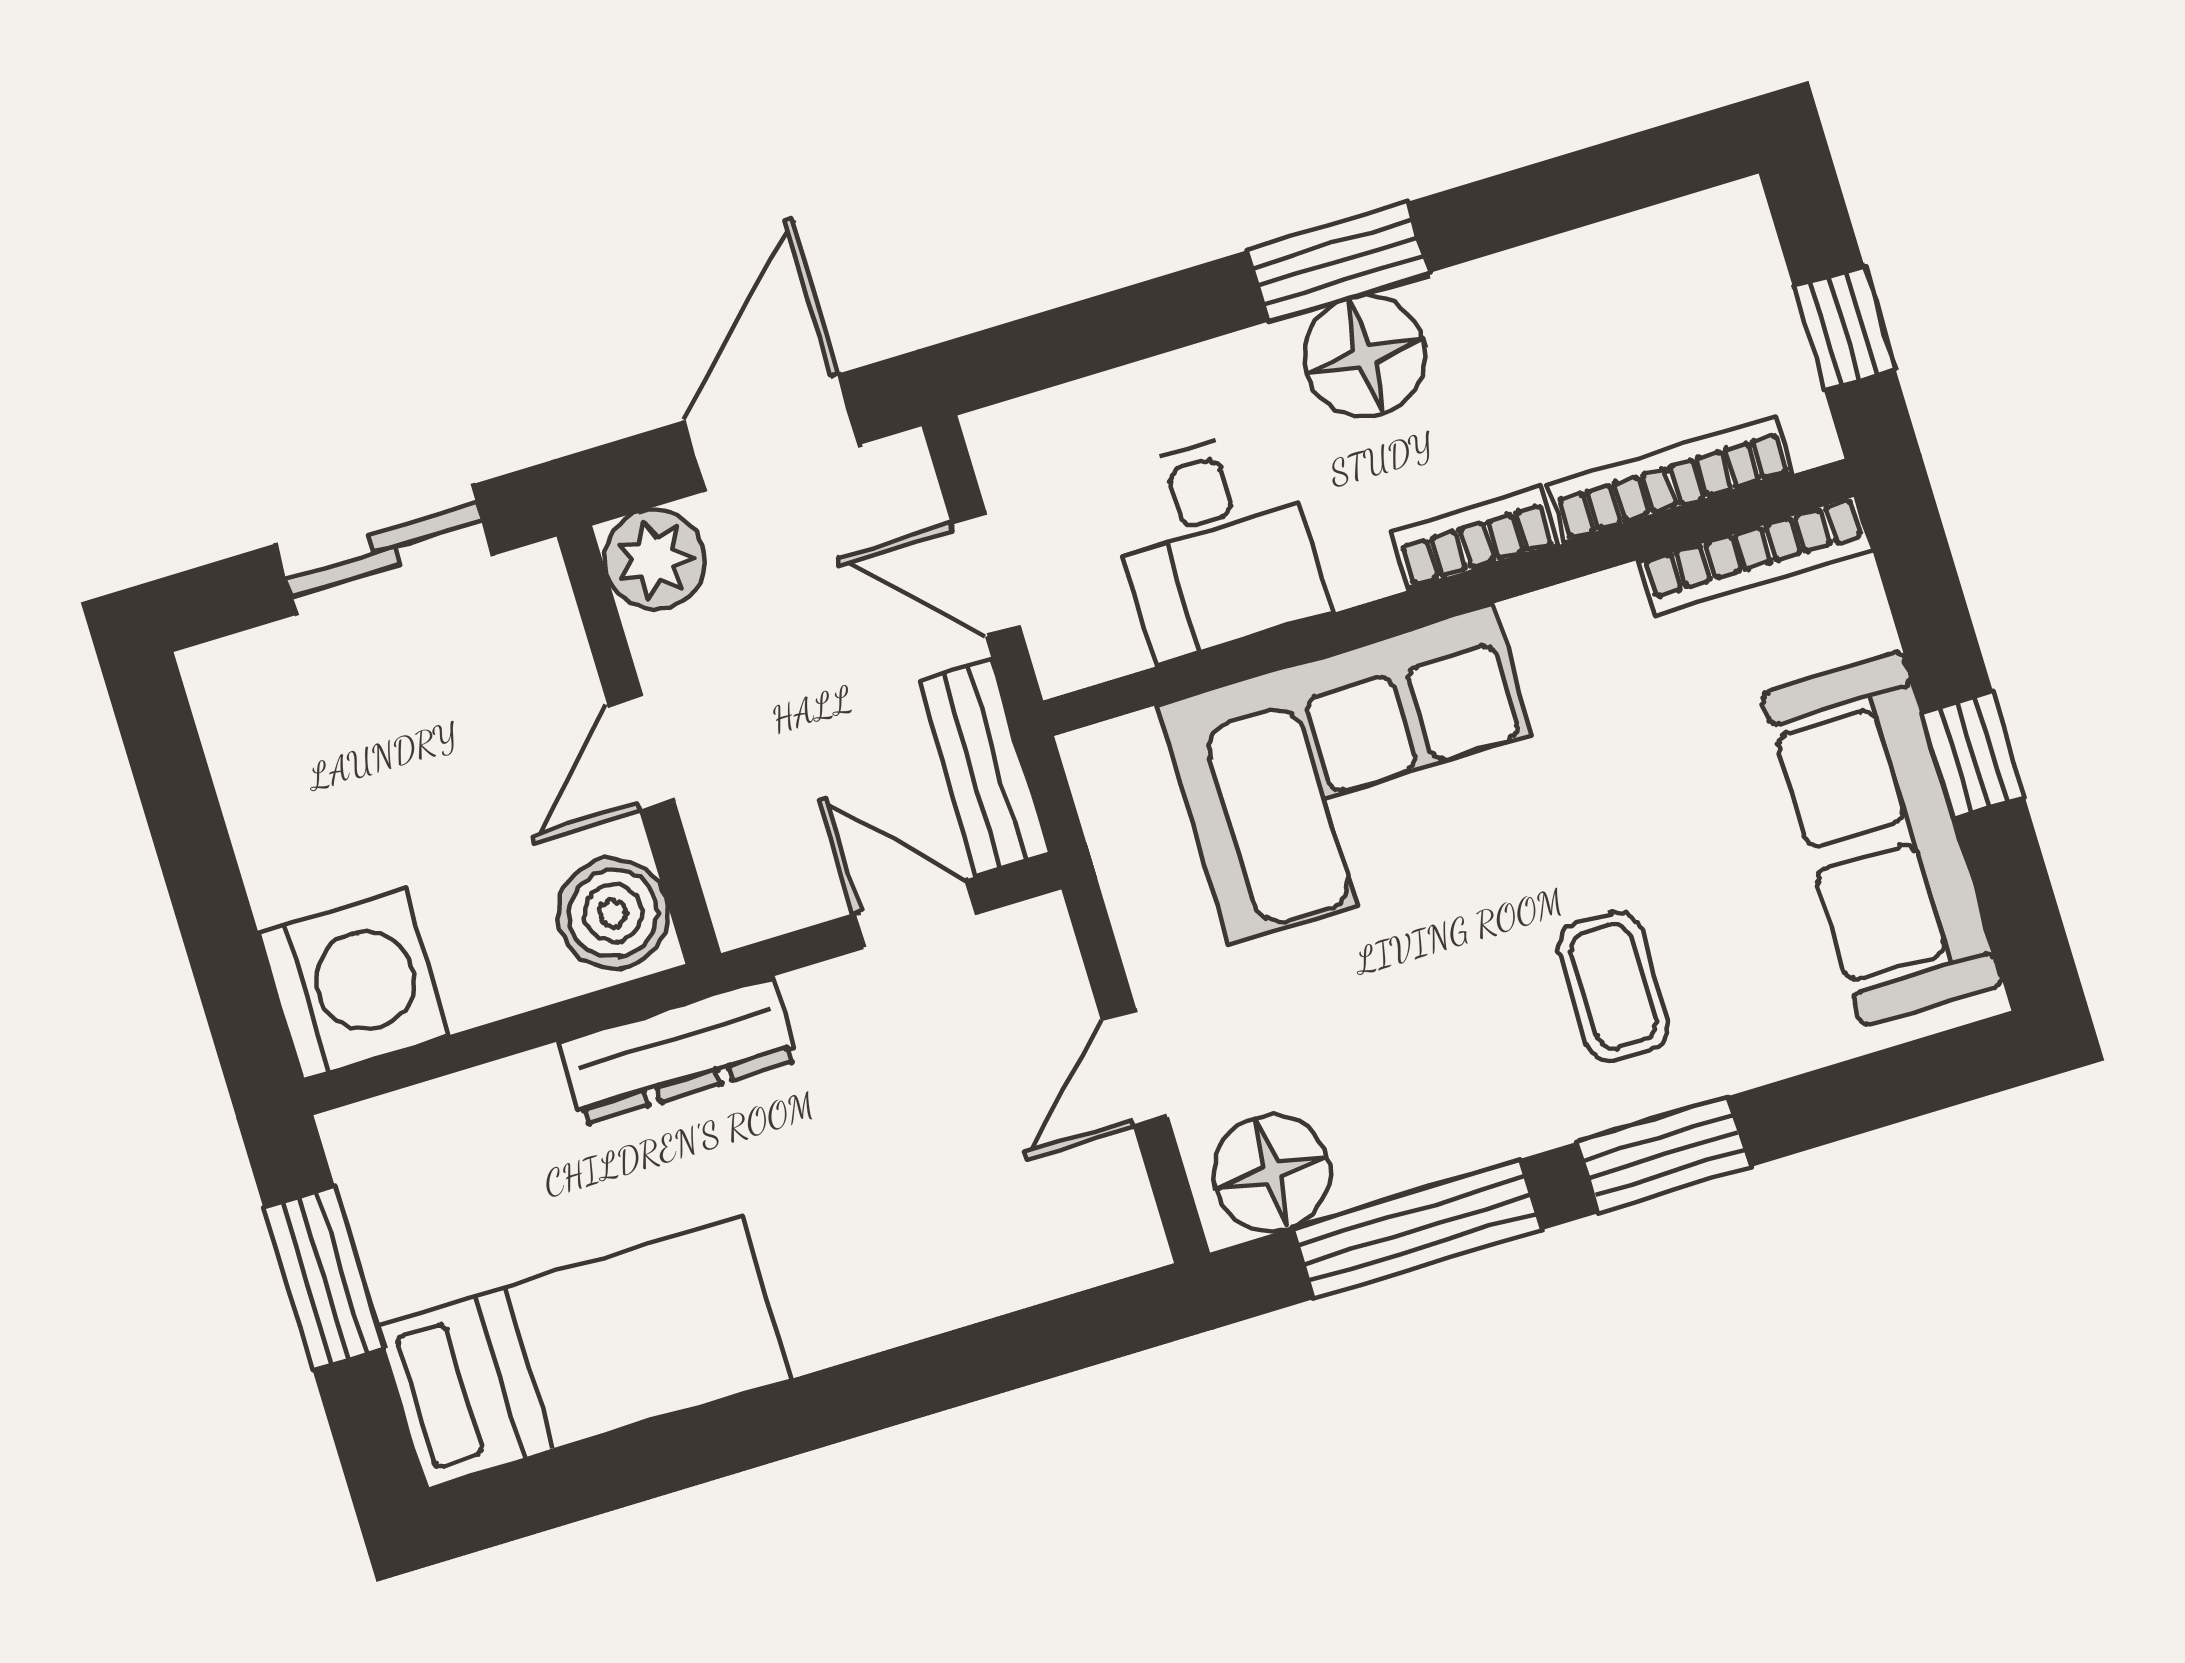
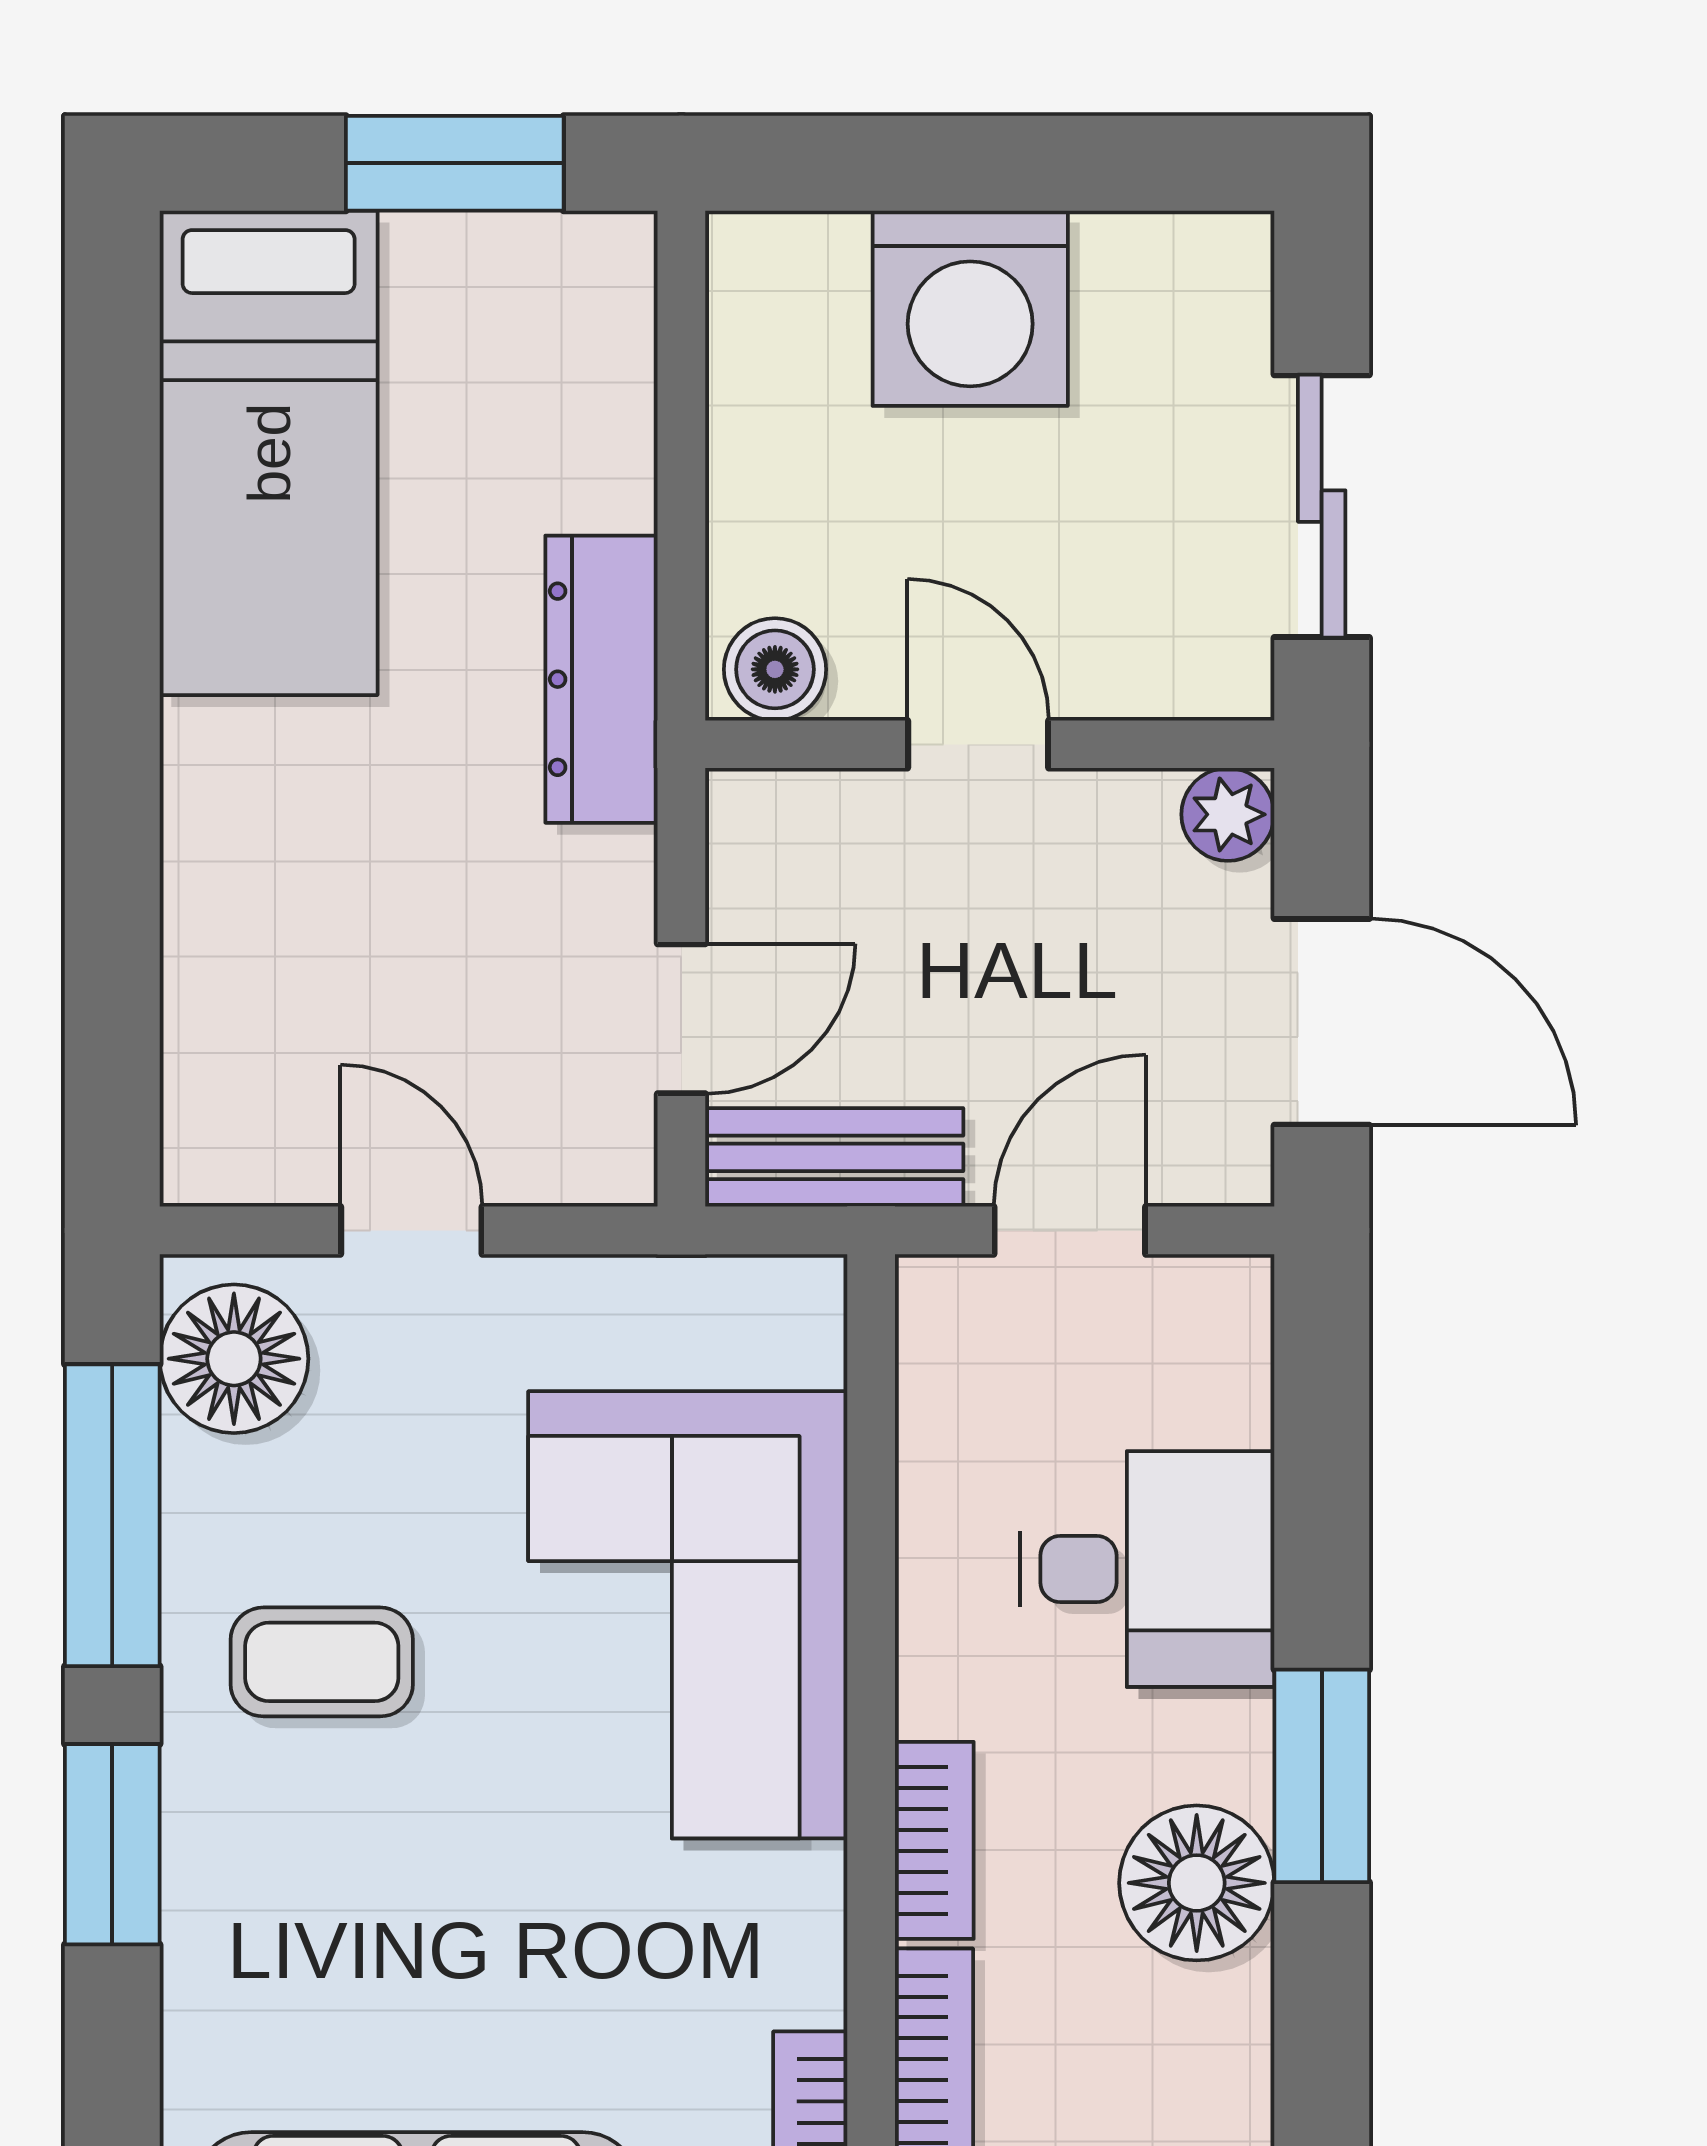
floor lamp: (1365, 356) -> (1197, 1883), moved
desk: (1216, 544) -> (1147, 1569), moved, turned 180
plant: (655, 559) -> (1228, 814), width x0.73, depth x0.73
boiler: (613, 913) -> (775, 669), width x0.73, depth x0.73
washing machine: (354, 984) -> (970, 308), moved
coffee table: (1614, 986) -> (322, 1662), moved

